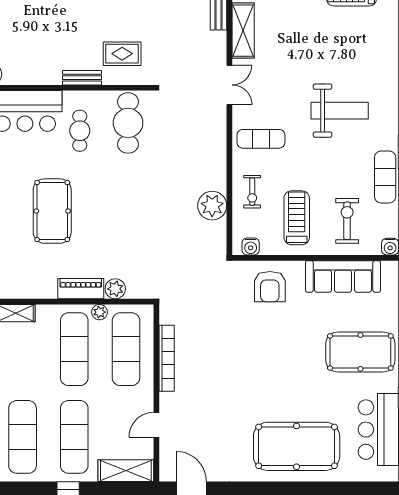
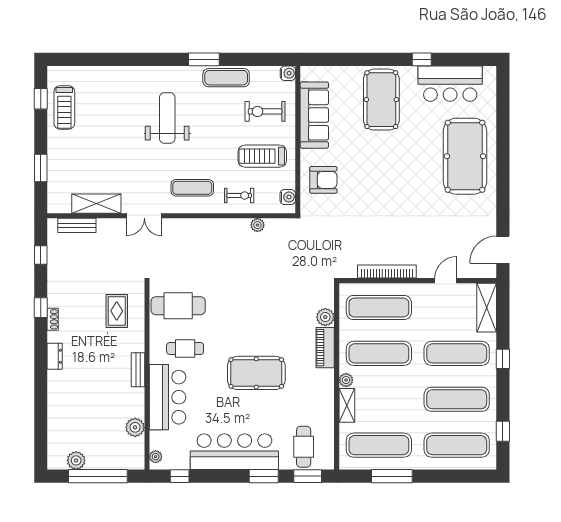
bench: (82, 78) -> (138, 370), moved
double door: (229, 85) -> (144, 216), swing flipped
exercise mat: (261, 139) -> (192, 188), turned 90
plant: (212, 206) -> (257, 225), width x0.53, depth x0.53
plant: (100, 312) -> (346, 380), moved
door: (156, 425) -> (446, 281), swing flipped

